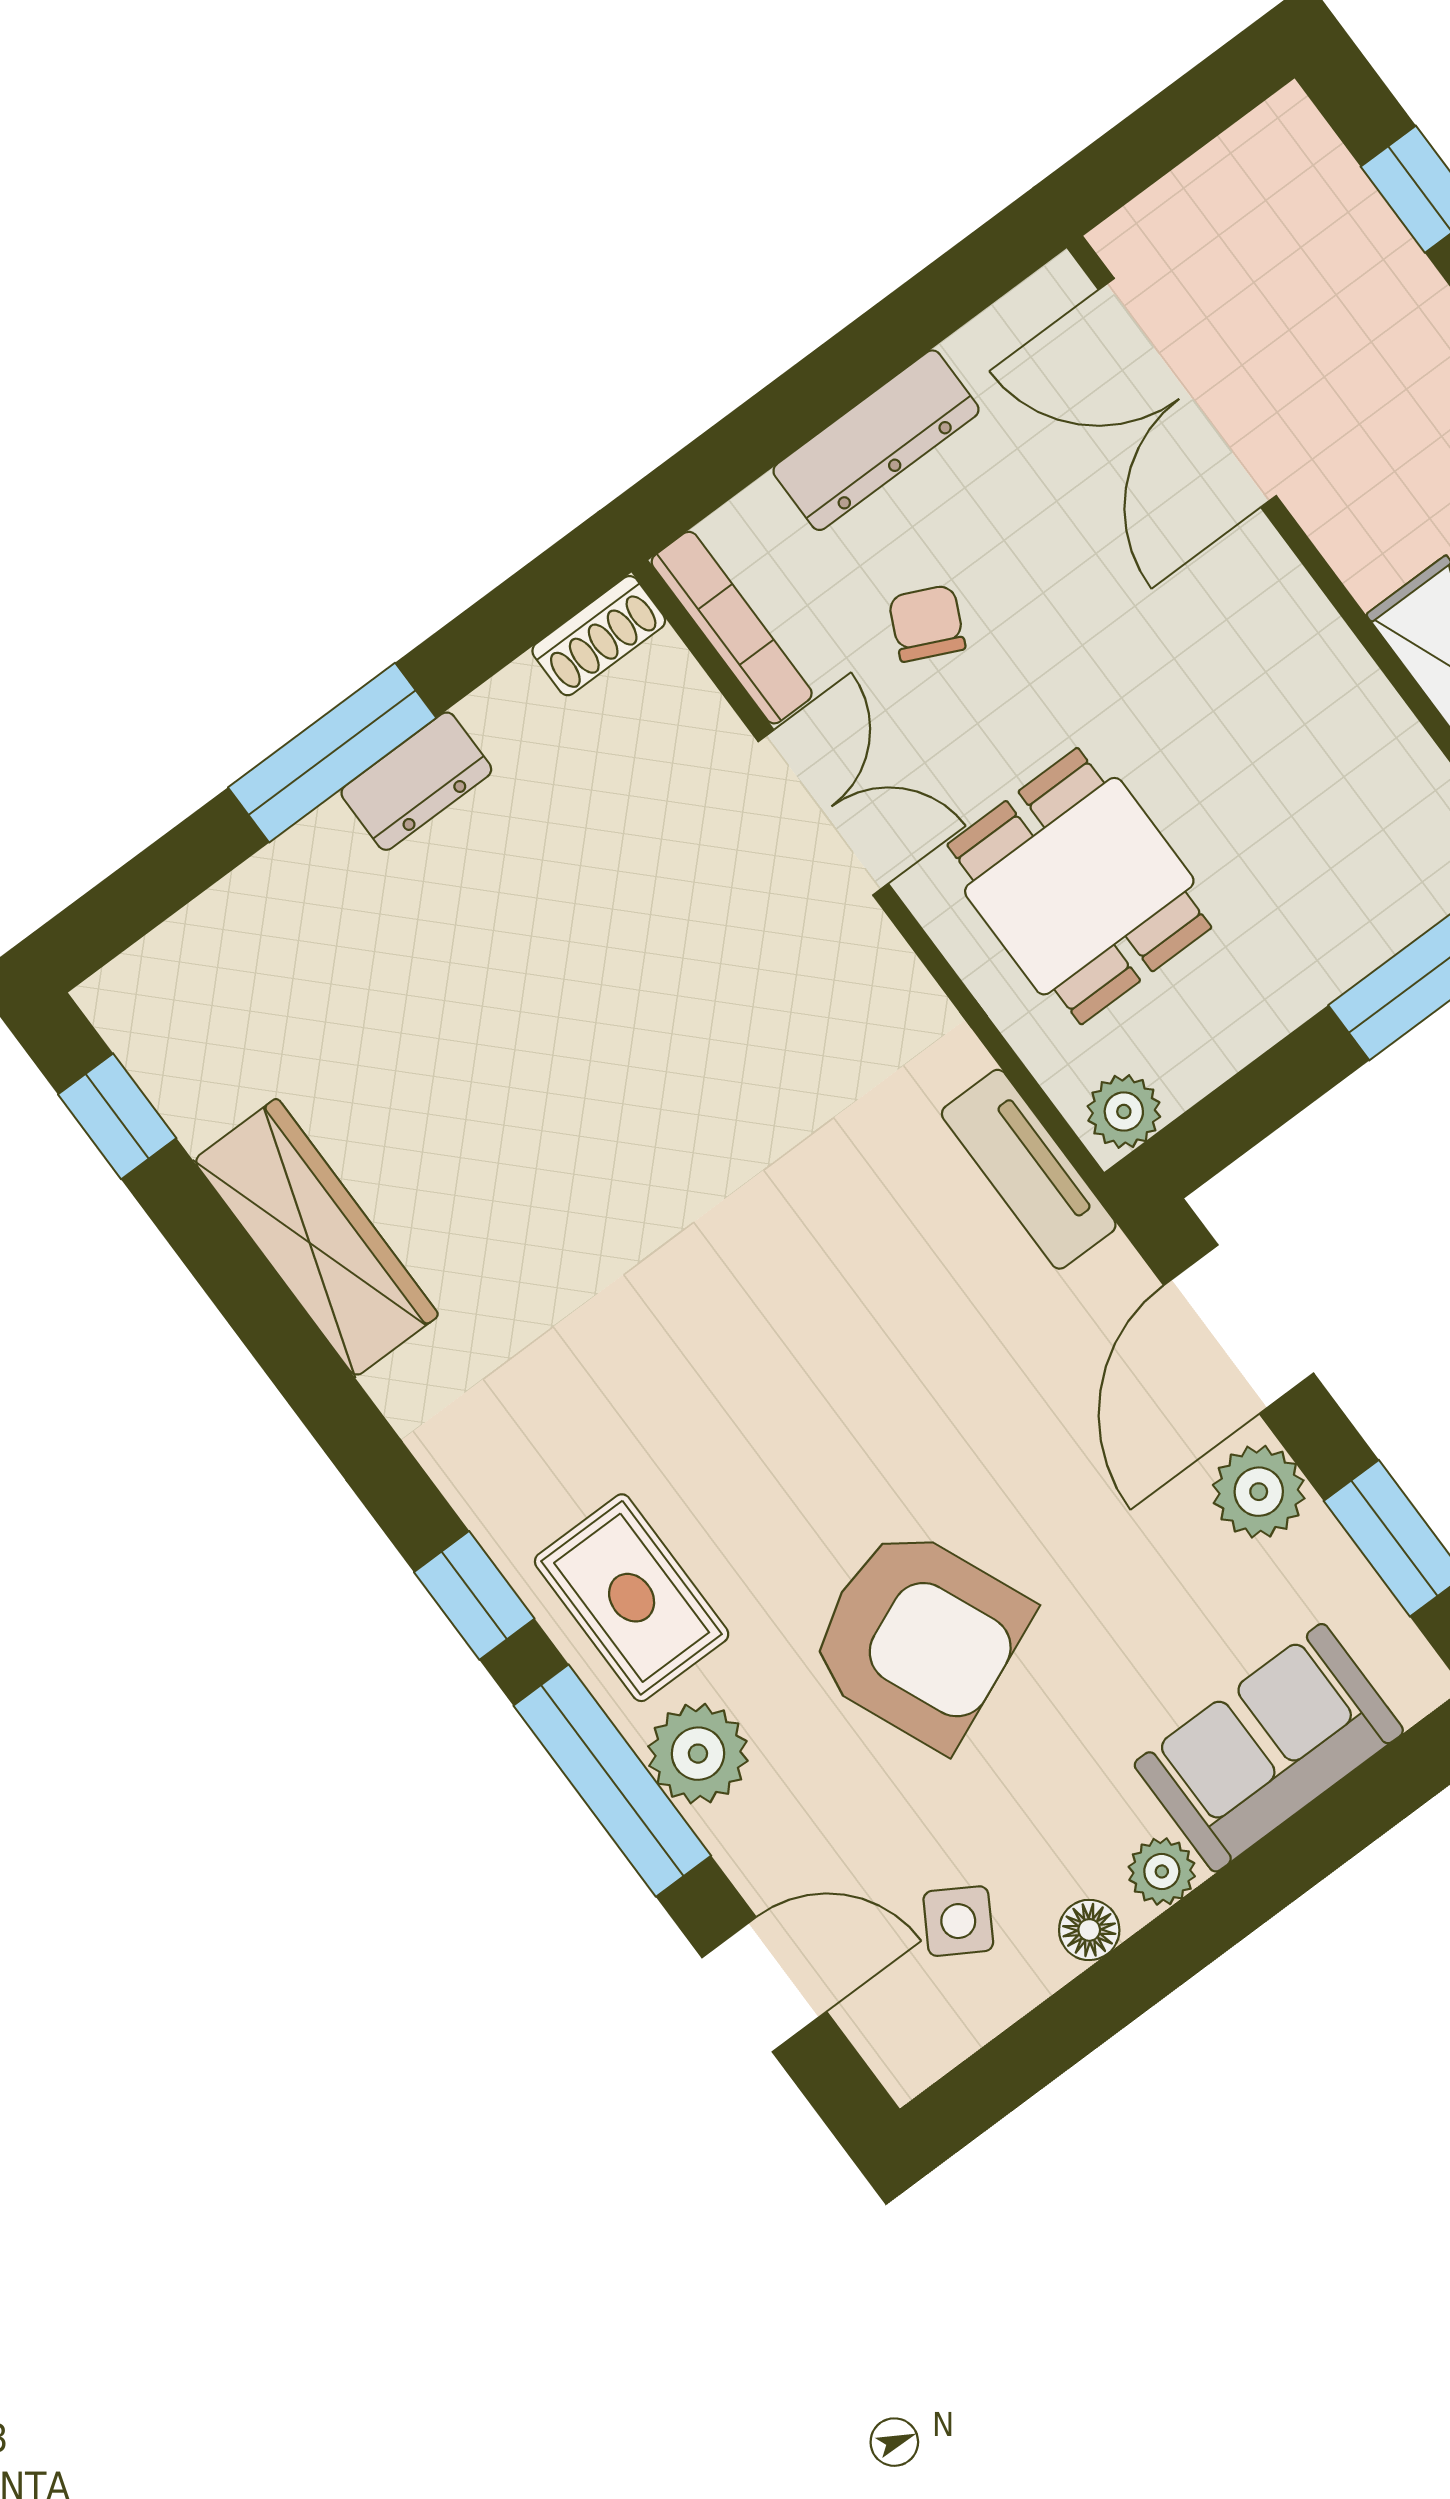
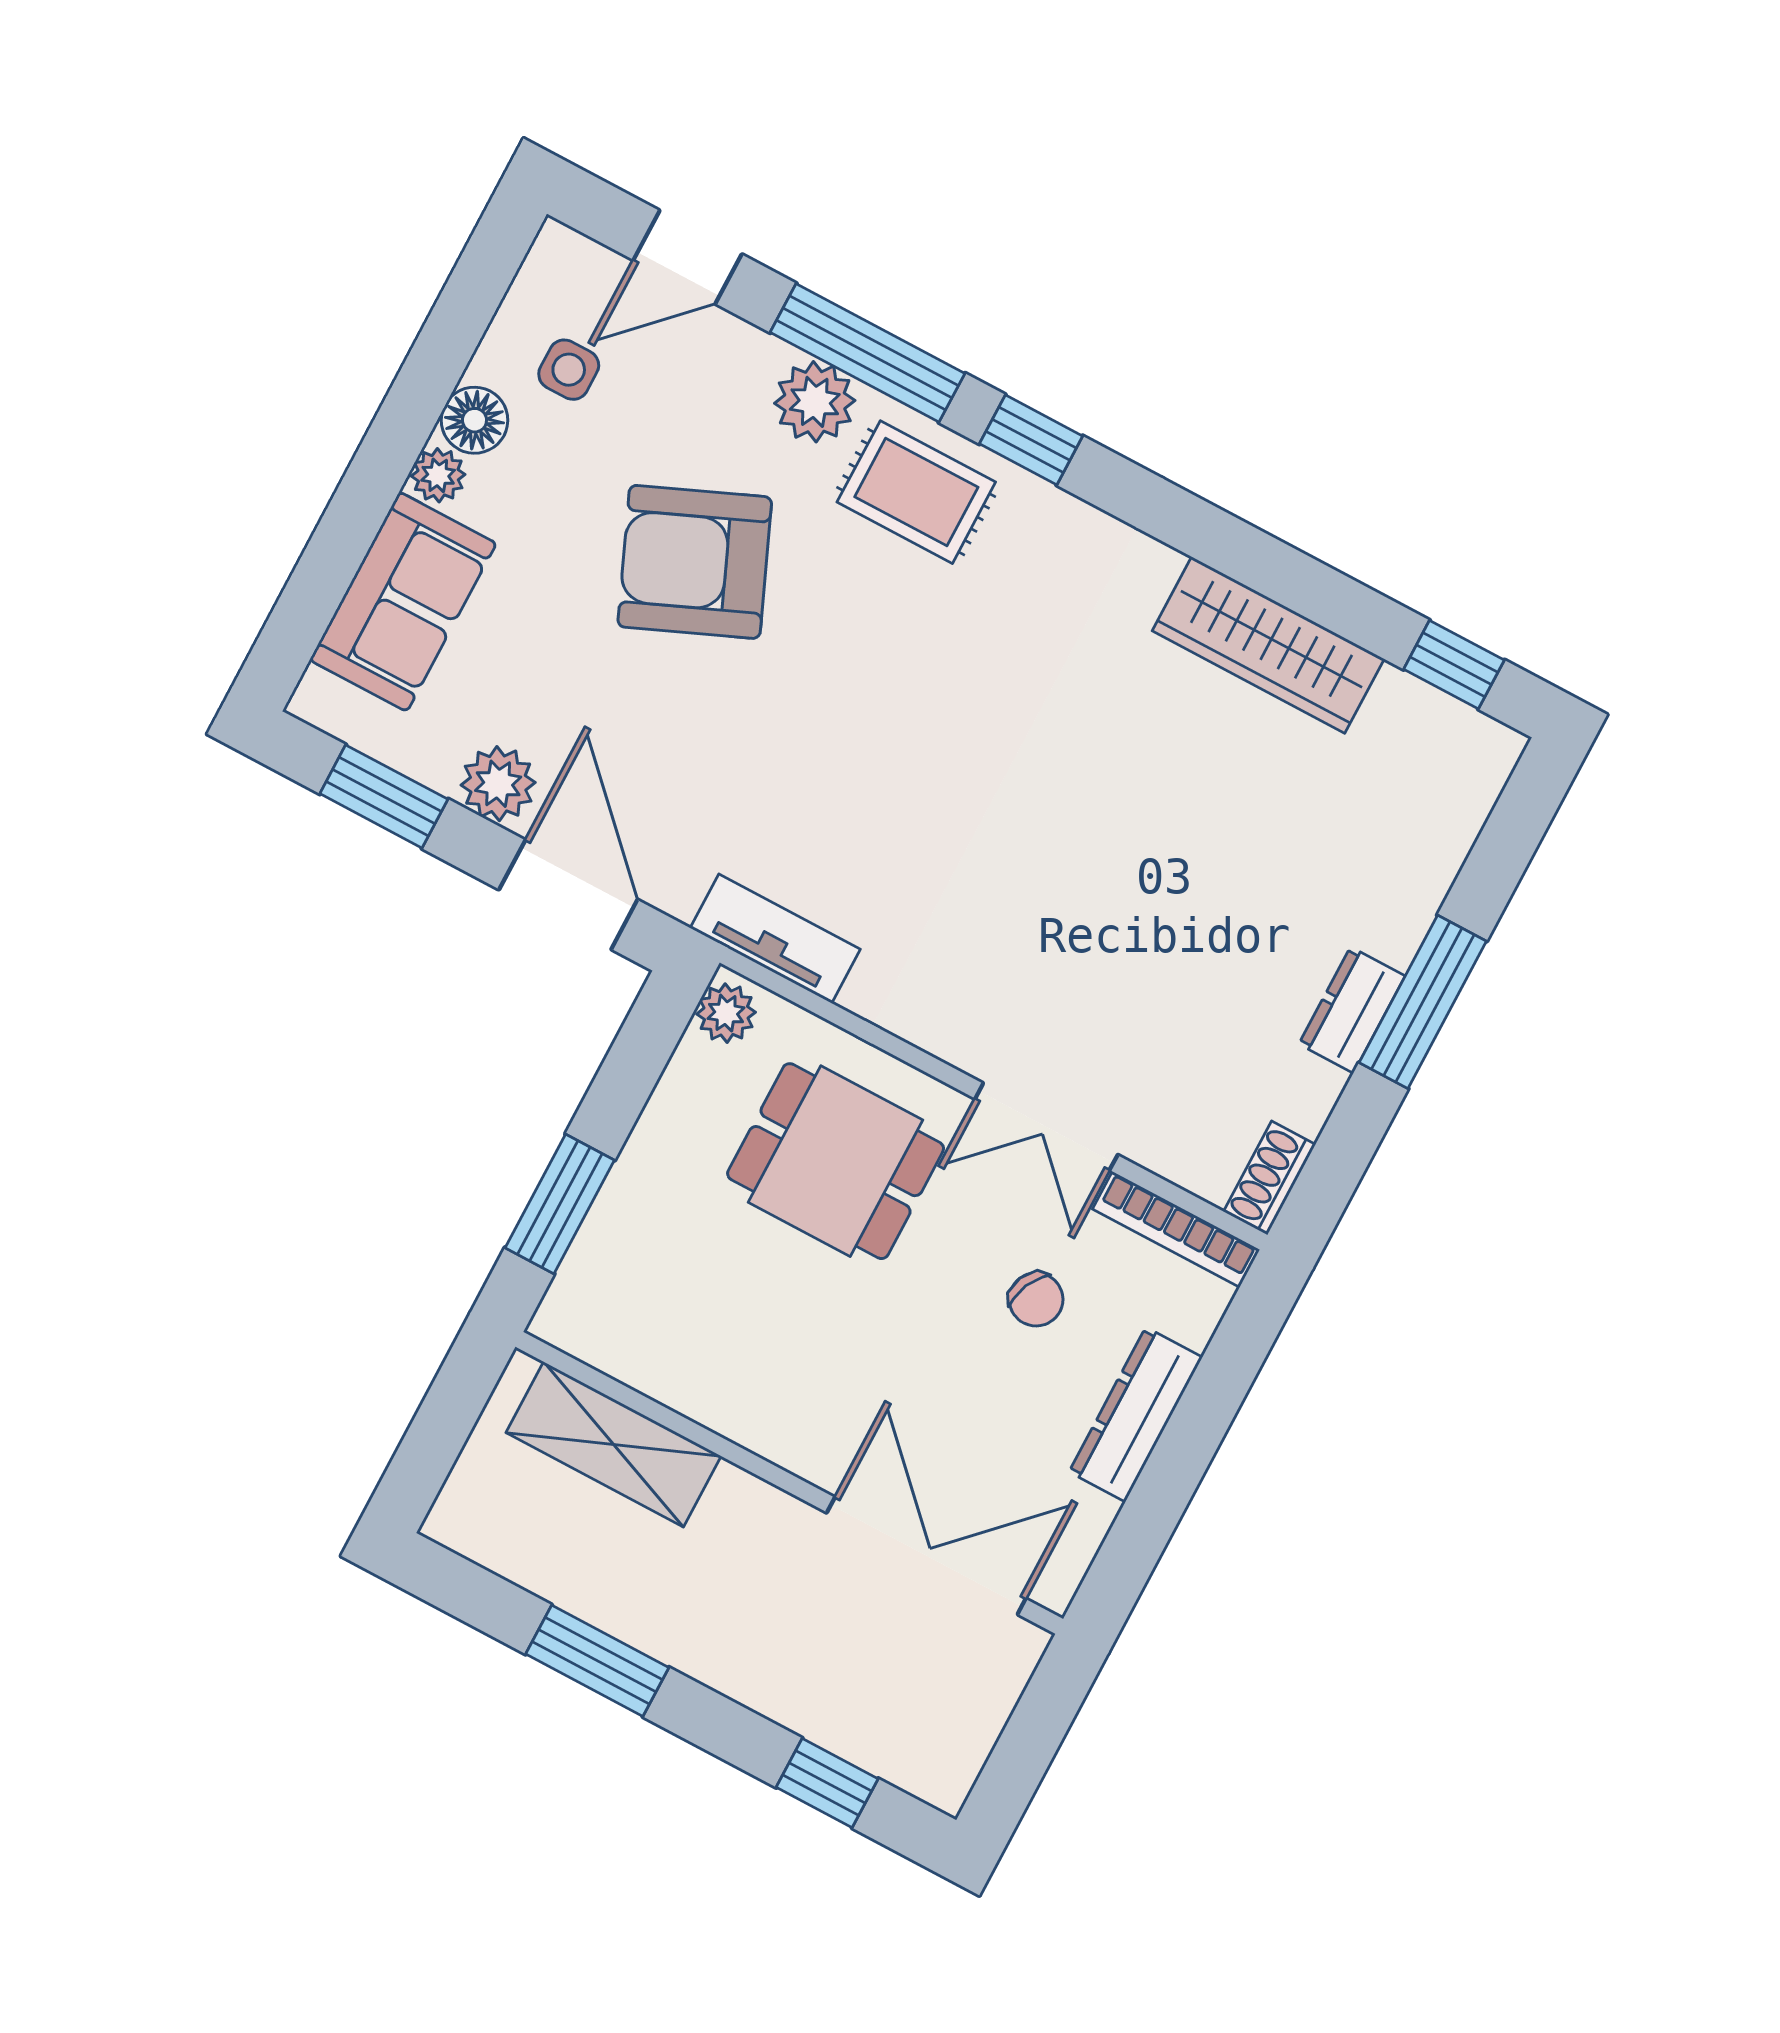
side table: (958, 1921) -> (569, 370), turned -31
floor lamp: (1089, 1930) -> (474, 420), width x1.37, depth x1.37

